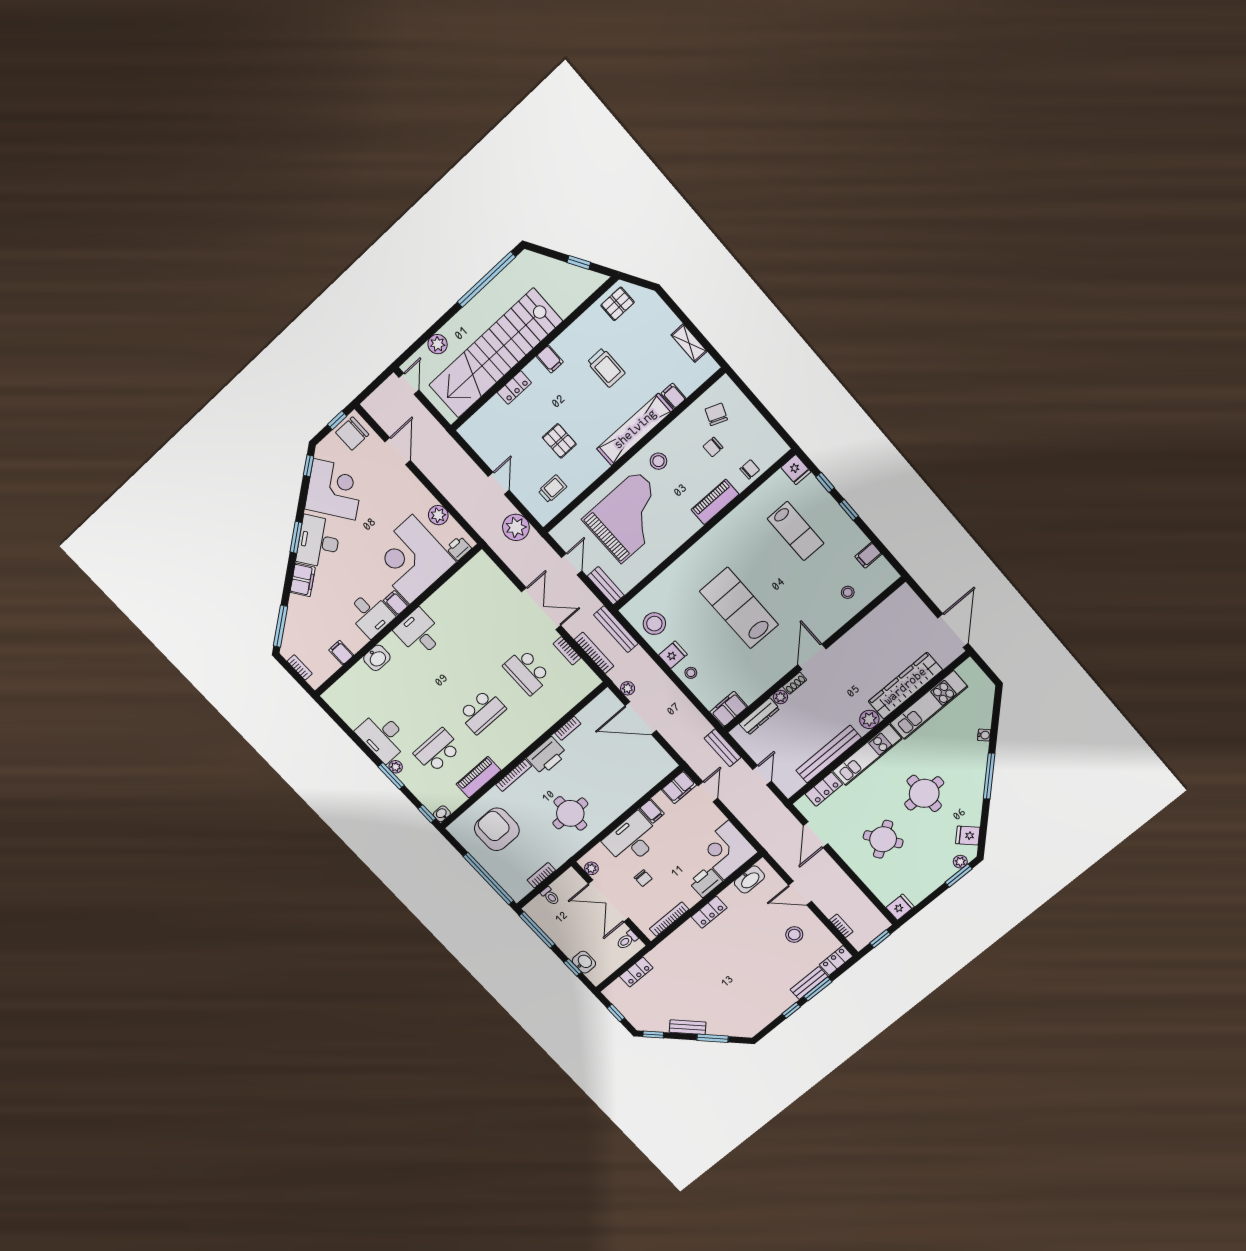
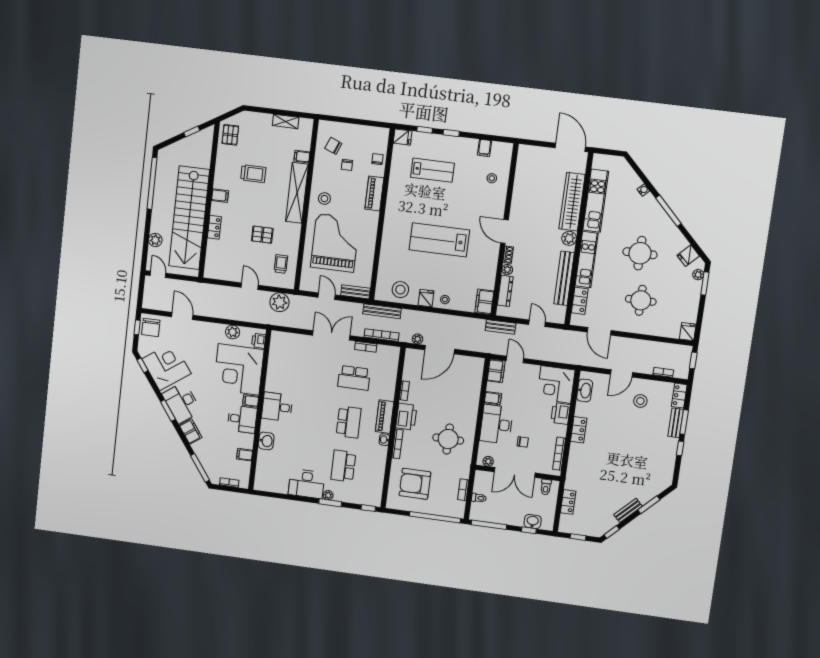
piano: (479, 777) -> (385, 417), moved
washbasin: (442, 814) -> (384, 440), moved
round table: (883, 839) -> (641, 300), turned 34

